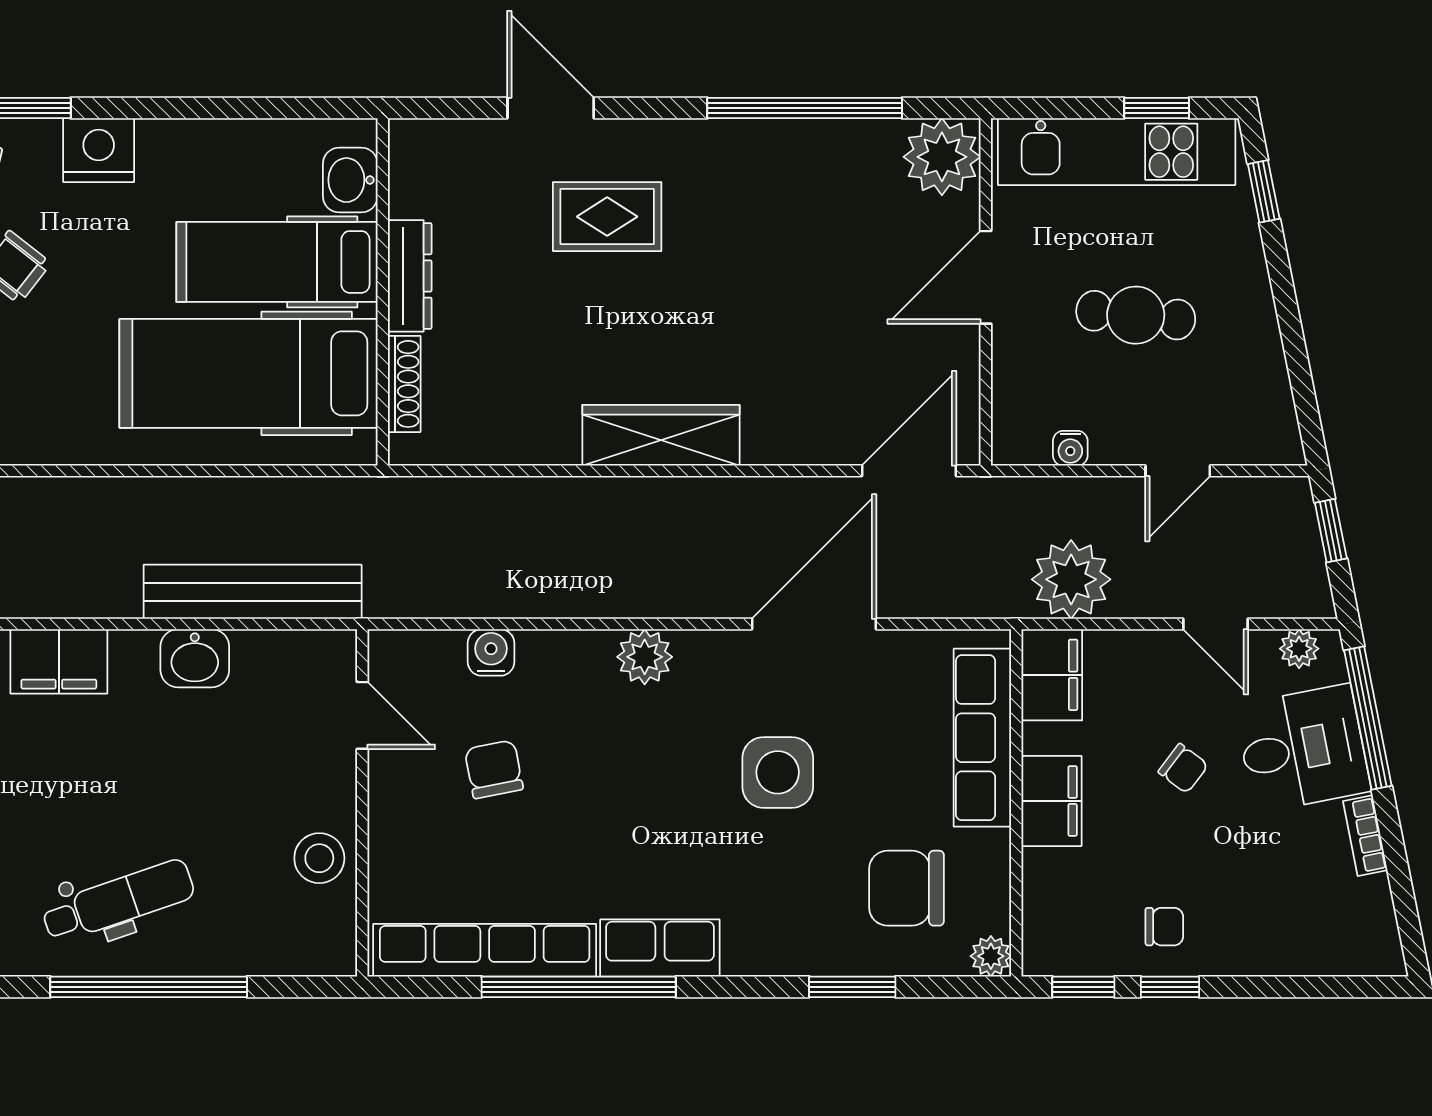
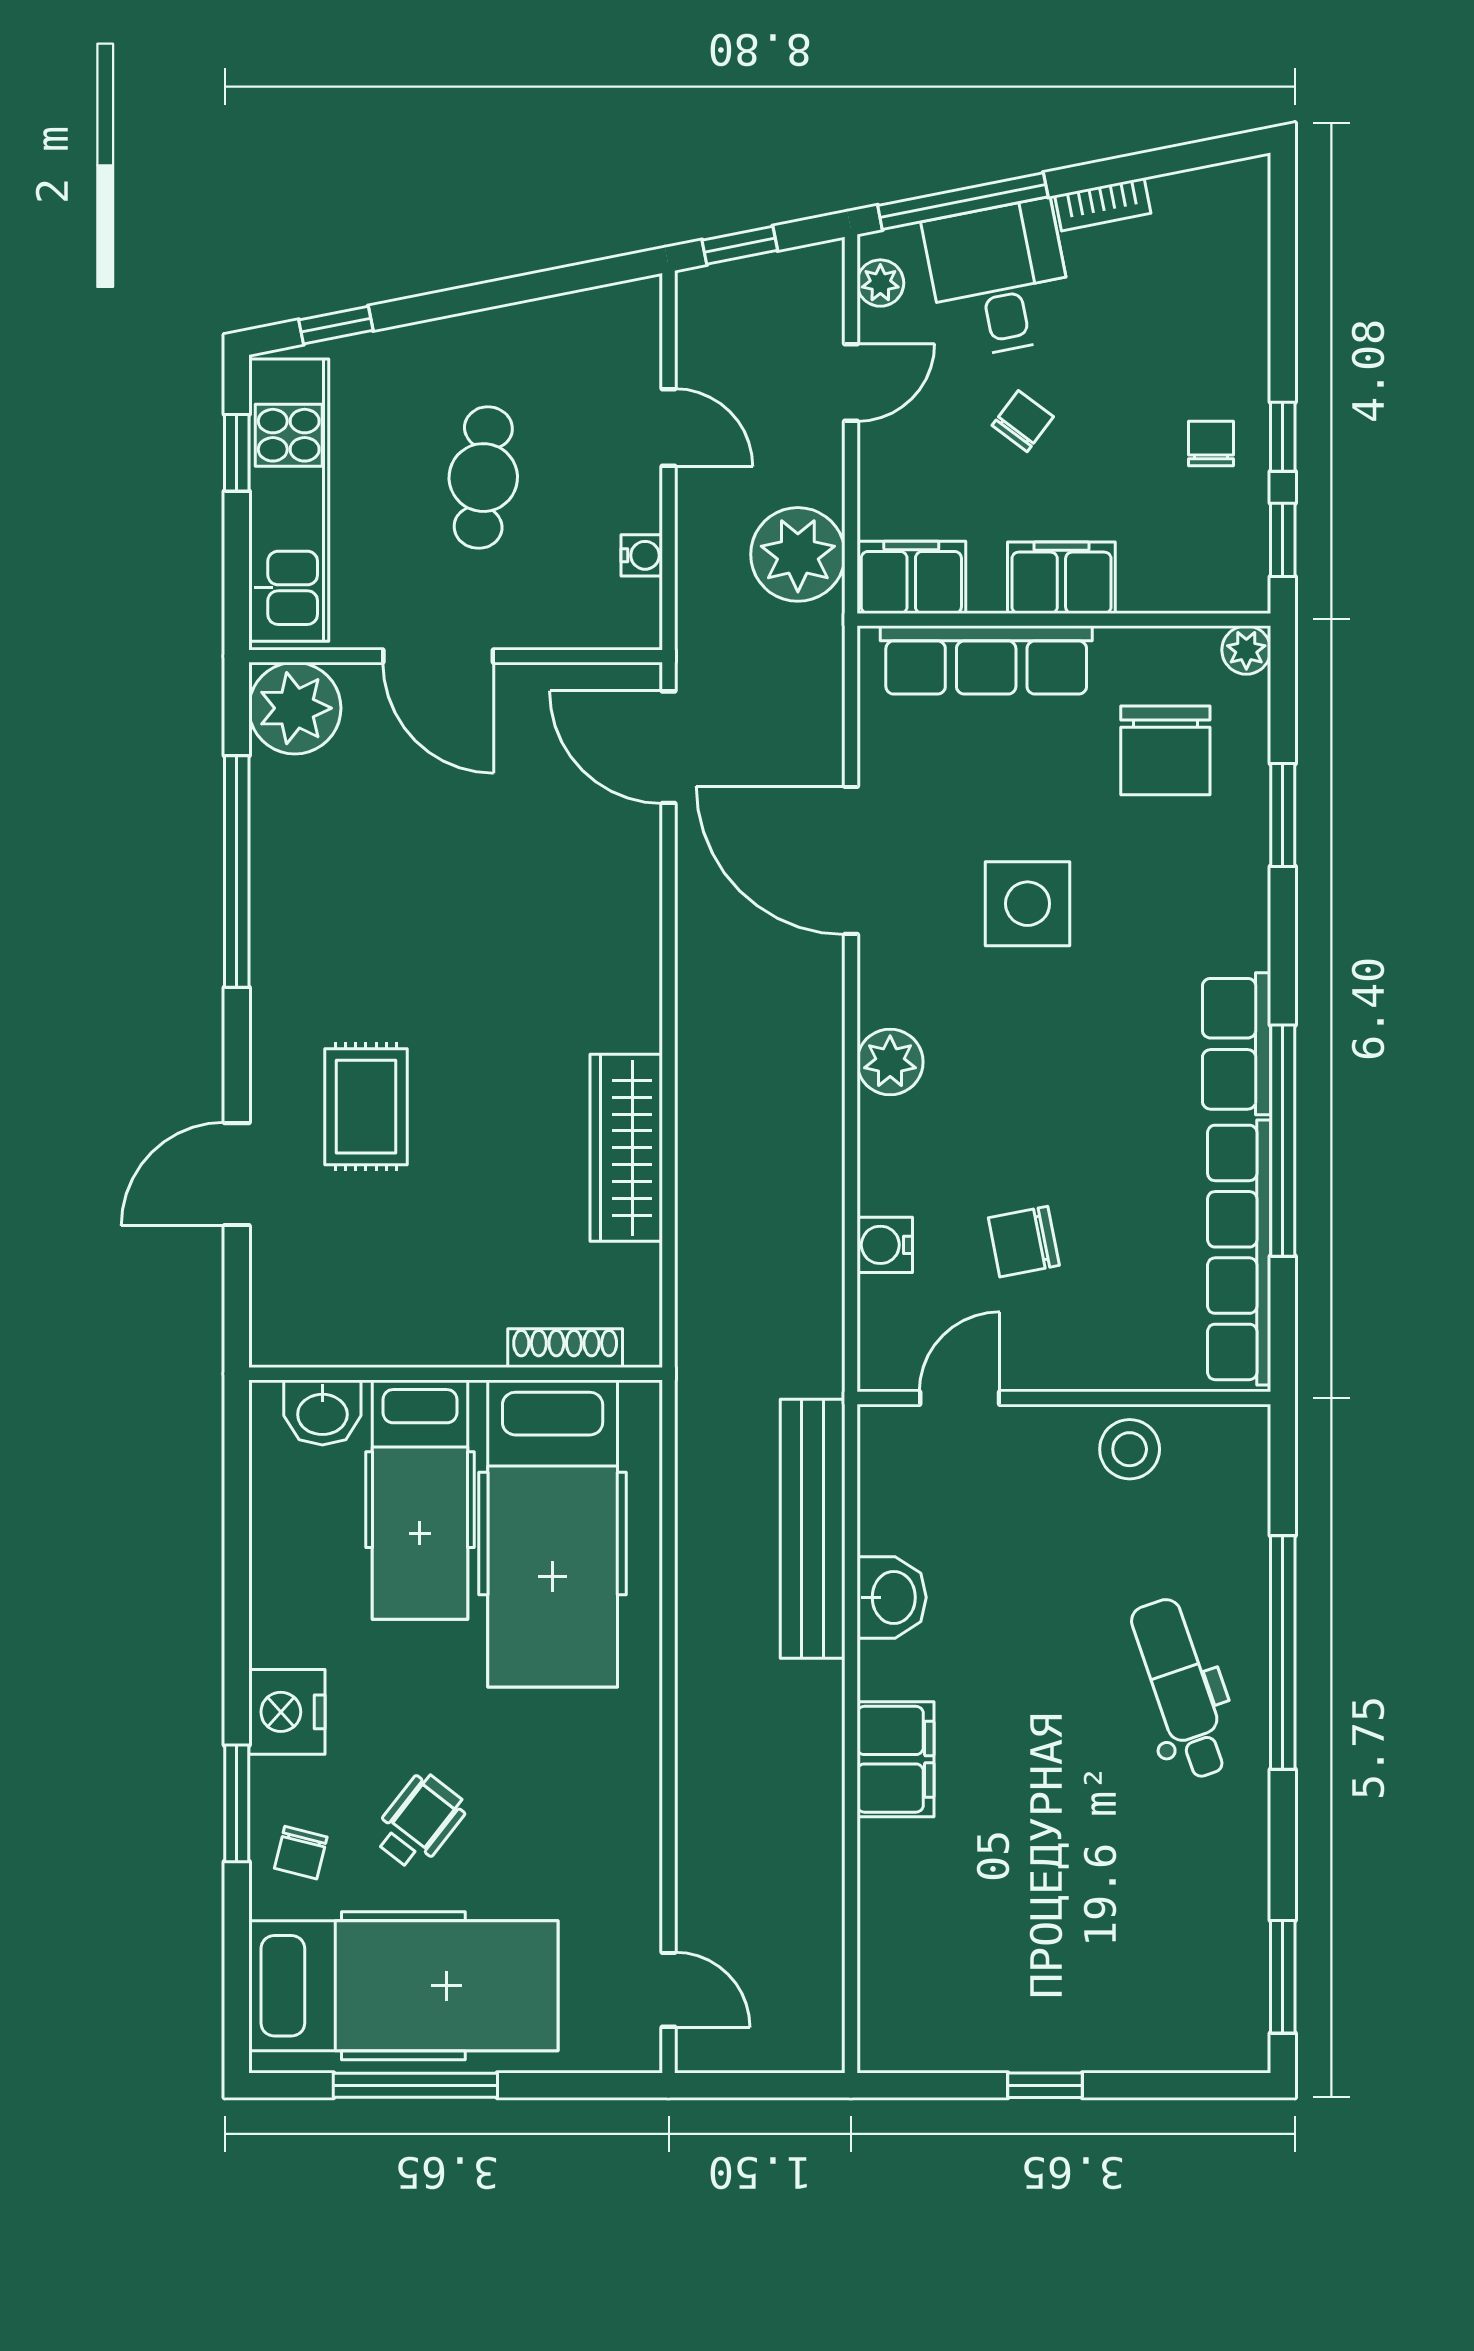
dresser: (410, 276) -> (437, 1342), removed
wardrobe: (661, 435) -> (626, 1148), moved

